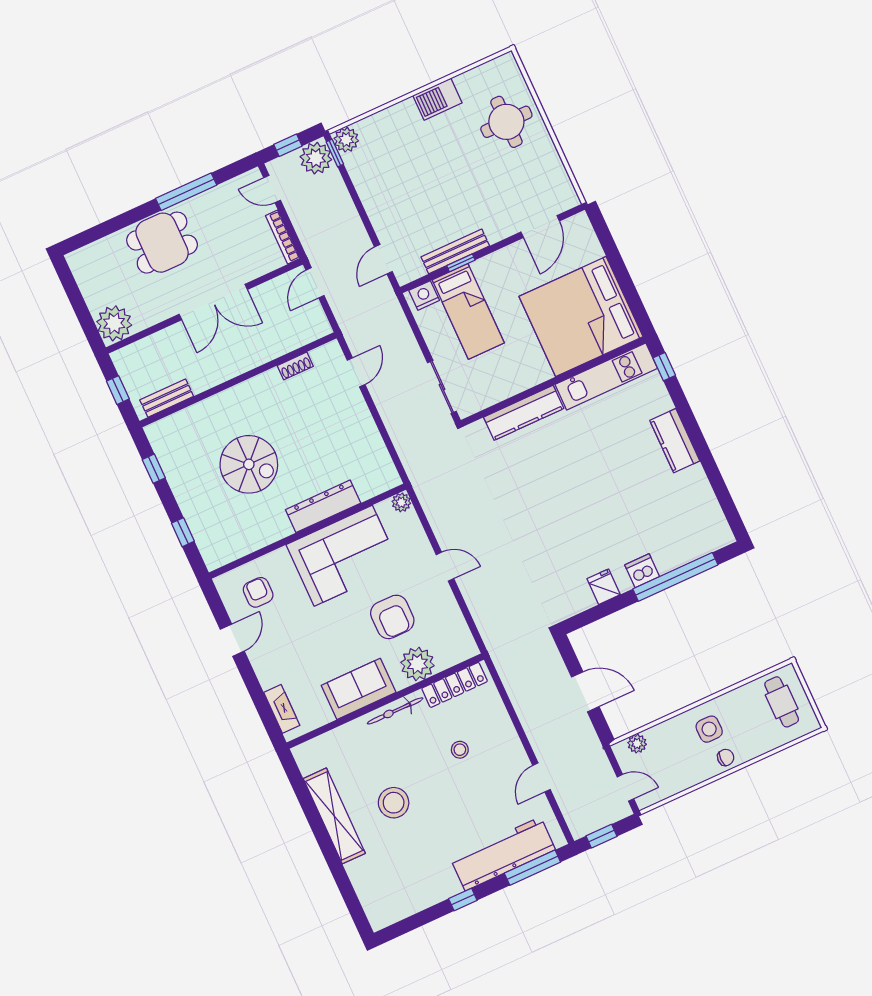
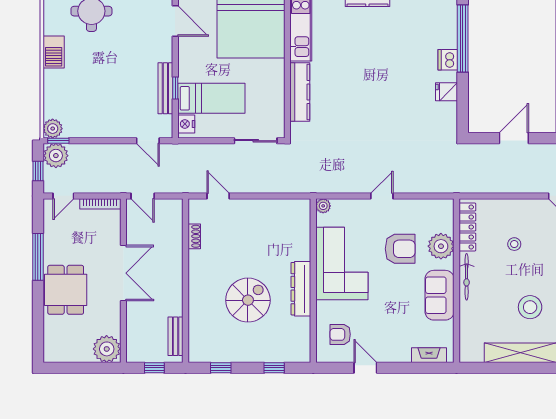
dresser: (323, 506) -> (301, 289), moved

